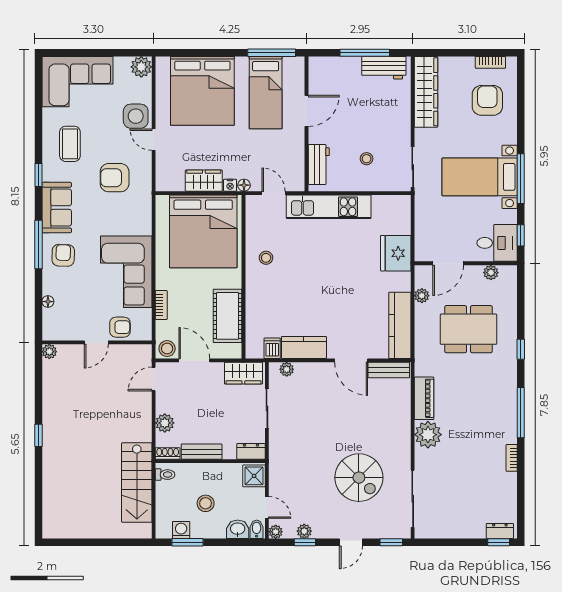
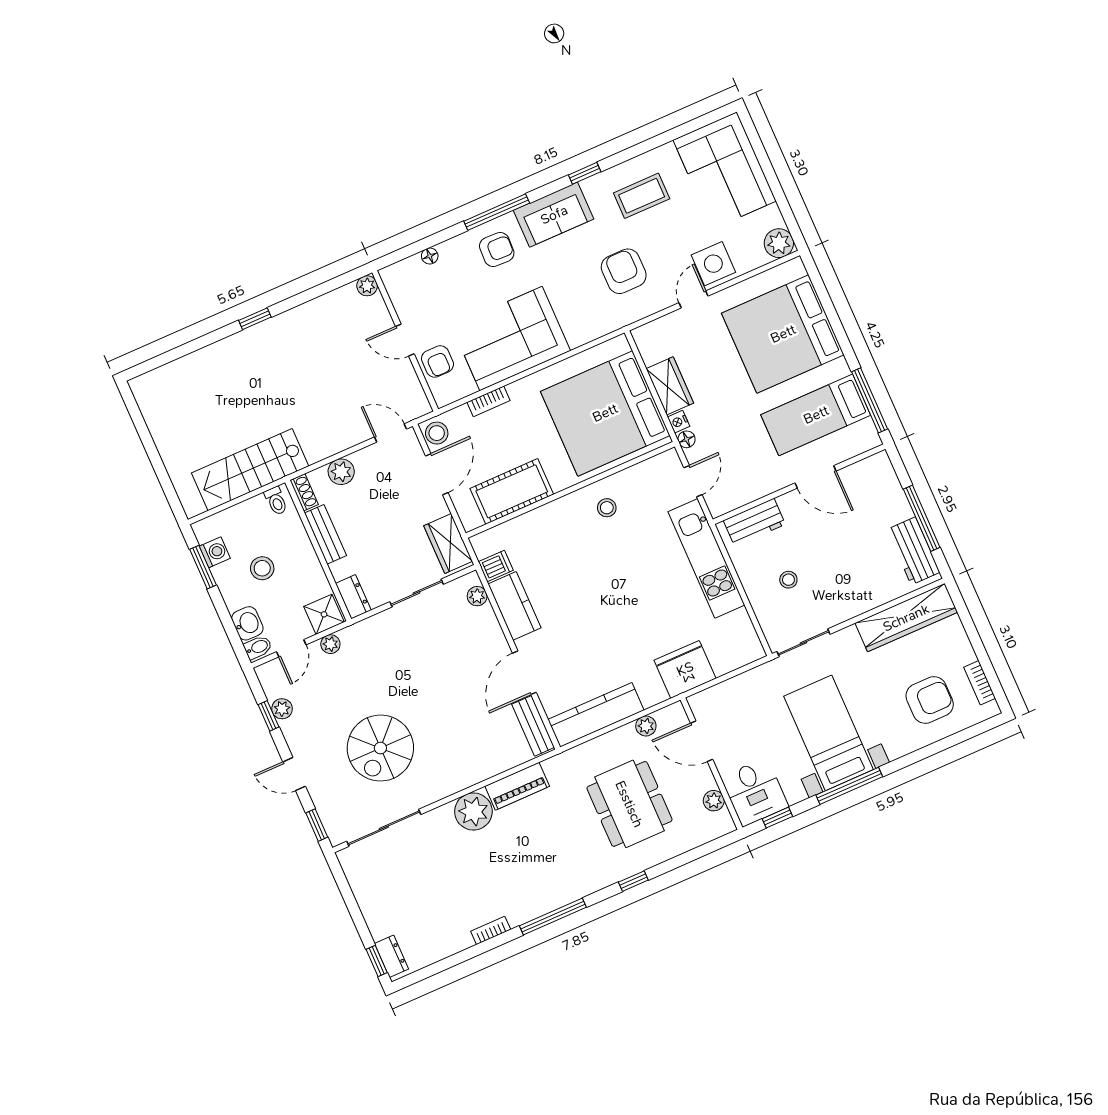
plant: (276, 532) -> (330, 644), moved

